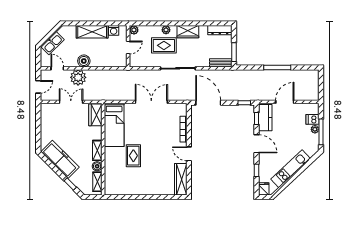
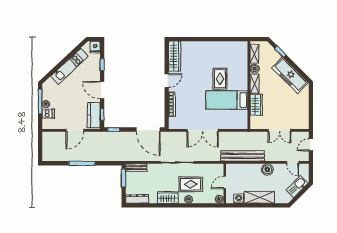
bench: (110, 75) -> (243, 156), added
plant: (78, 77) -> (273, 154), removed
wardrobe: (95, 115) -> (256, 105), moved
bed: (114, 125) -> (227, 100), moved, turned -90
door: (189, 154) -> (167, 81), hinge flipped

